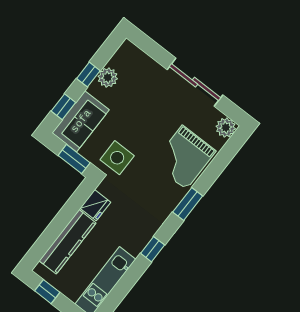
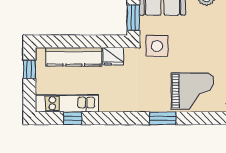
grand piano: (184, 157) -> (193, 91), turned 180
window: (153, 249) -> (73, 118), moved

